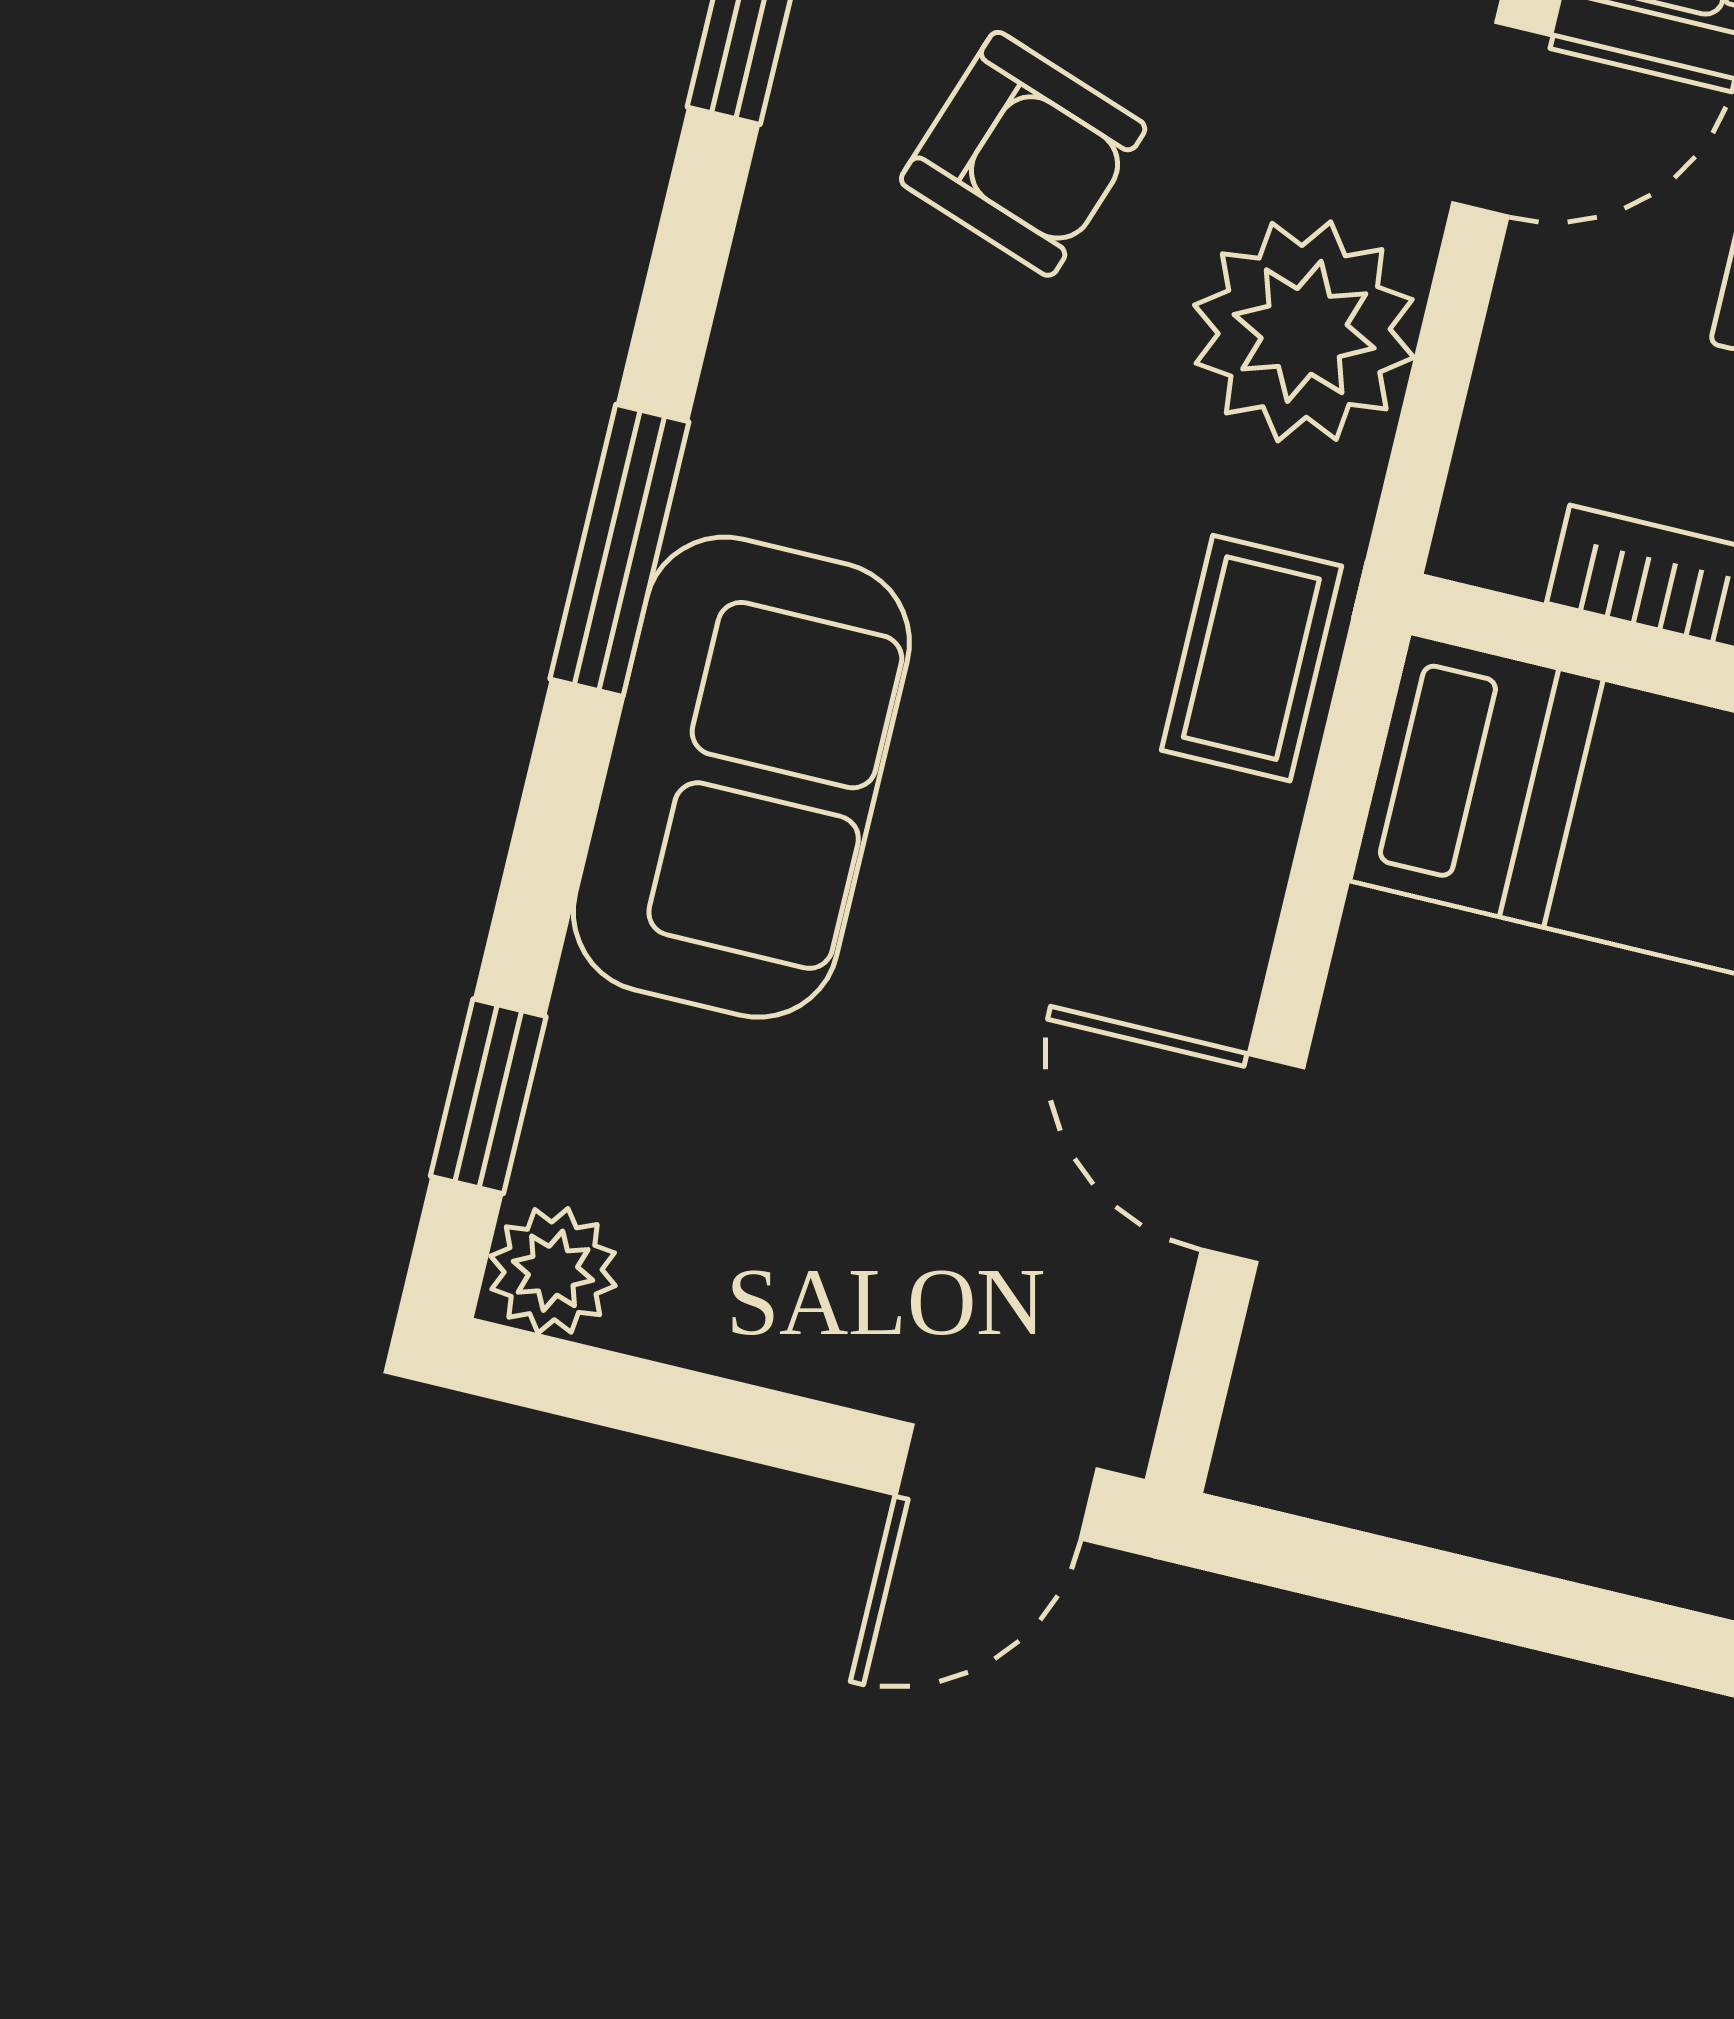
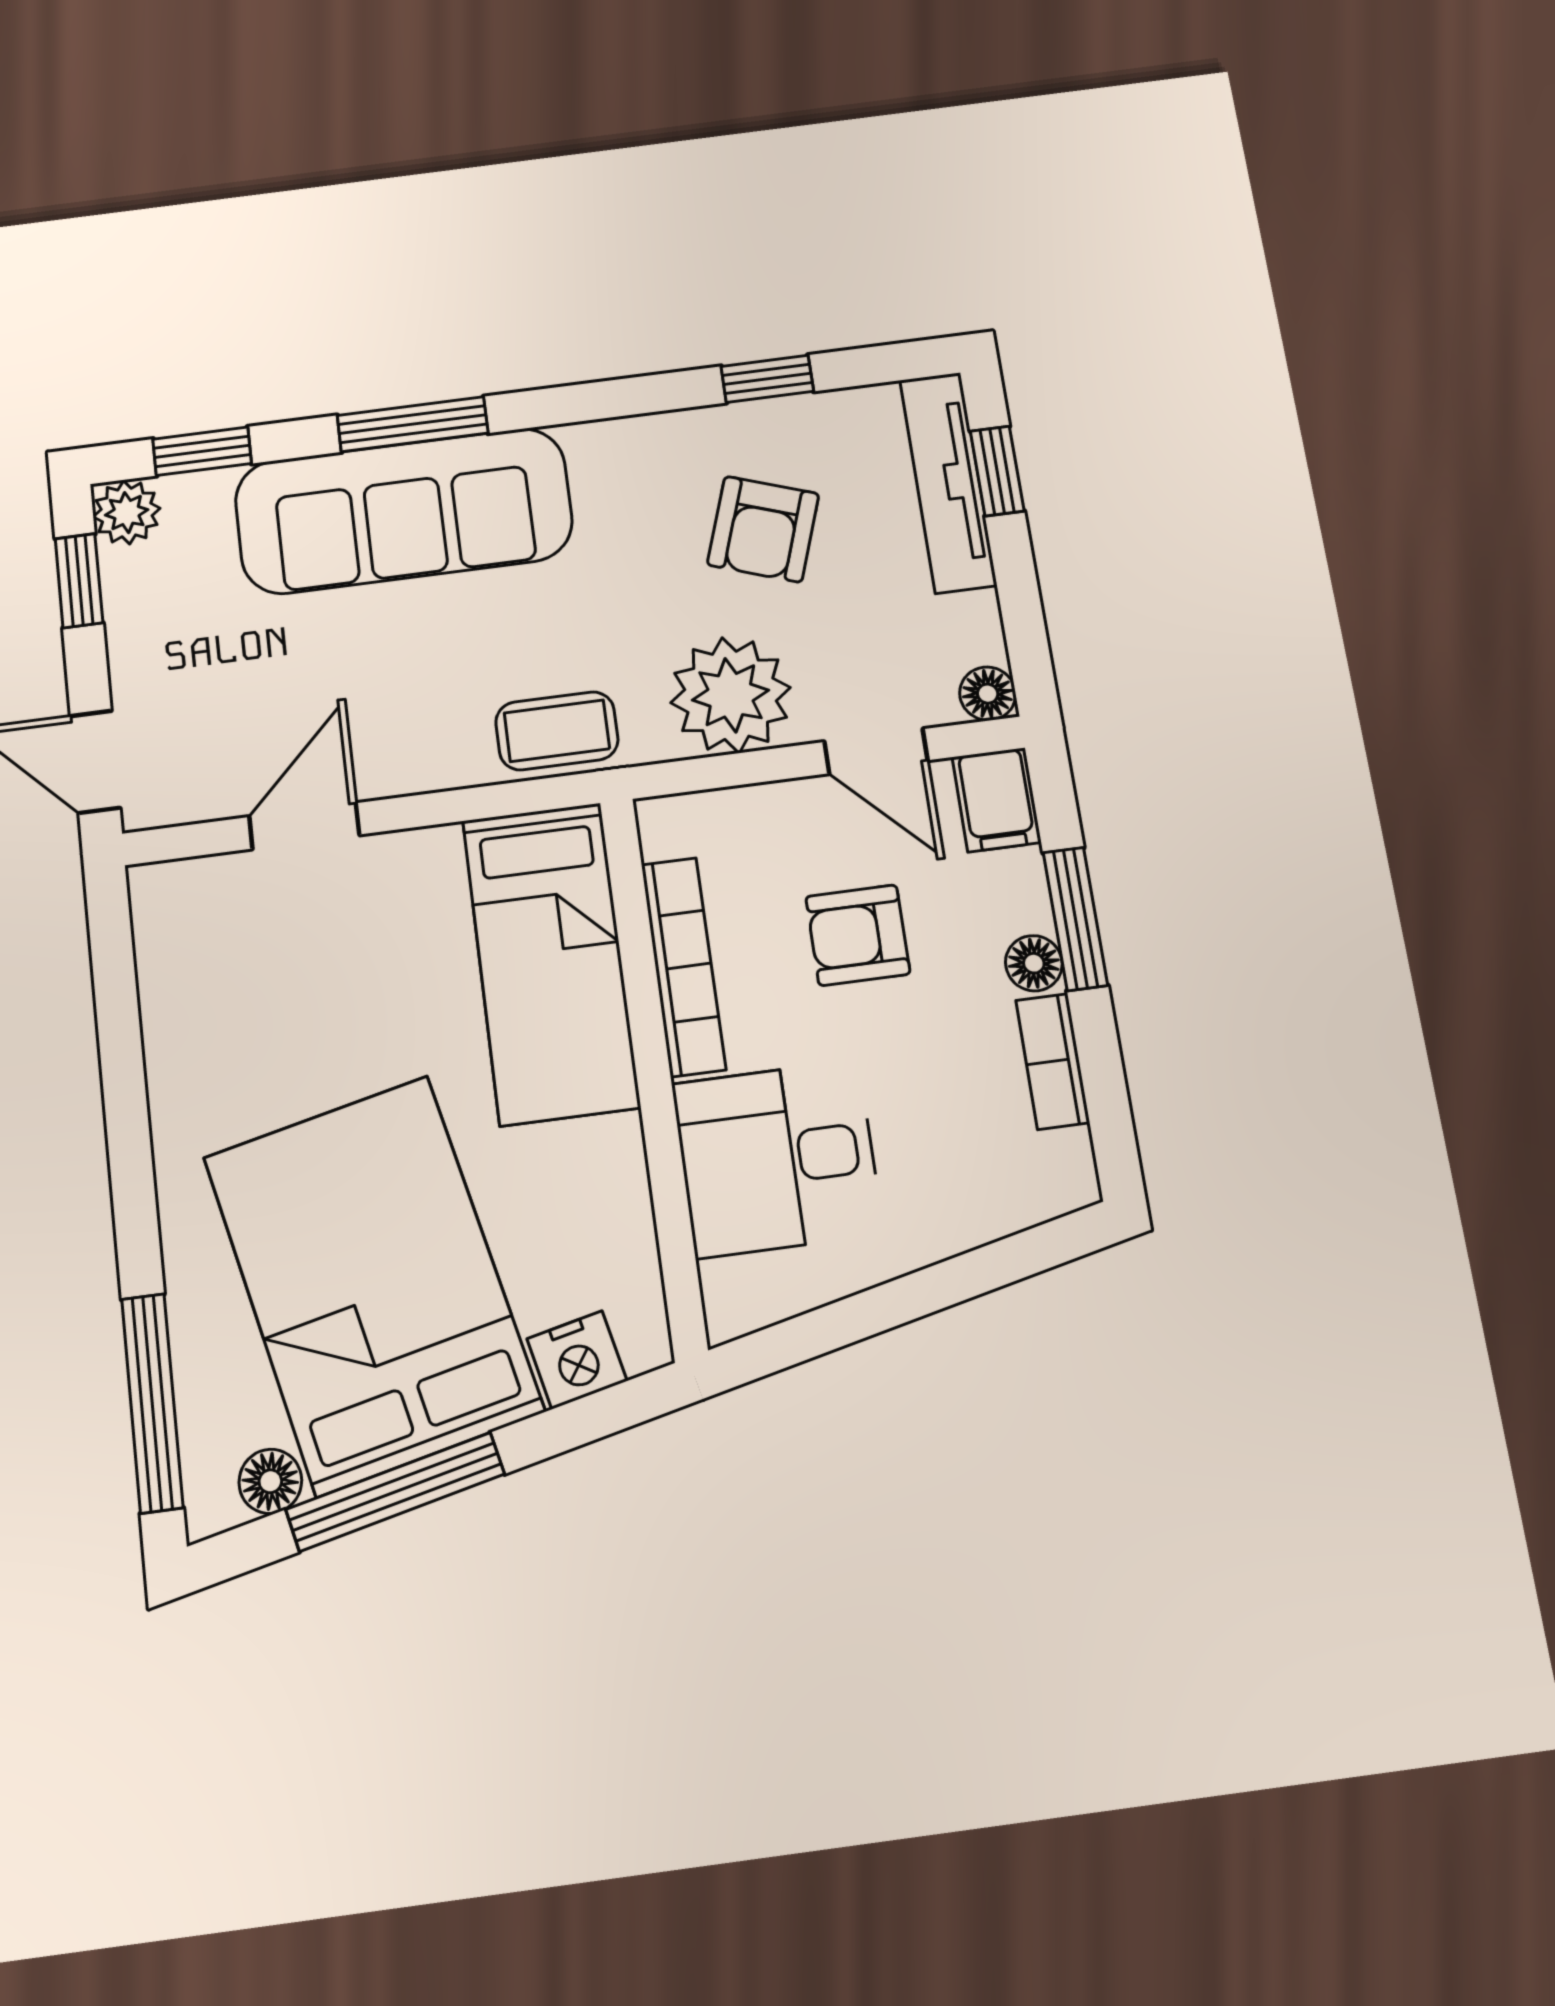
window: (619, 550) -> (413, 424), moved
sofa: (741, 777) -> (404, 511), width x1.36
window: (649, 1399) -> (79, 581), added

